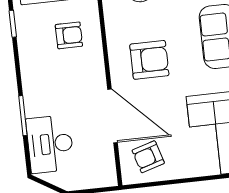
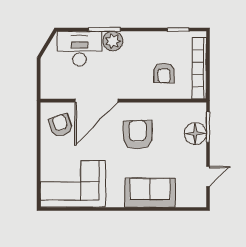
armchair: (149, 60) -> (138, 135), turned 180
plant: (36, 104) -> (113, 41), added

